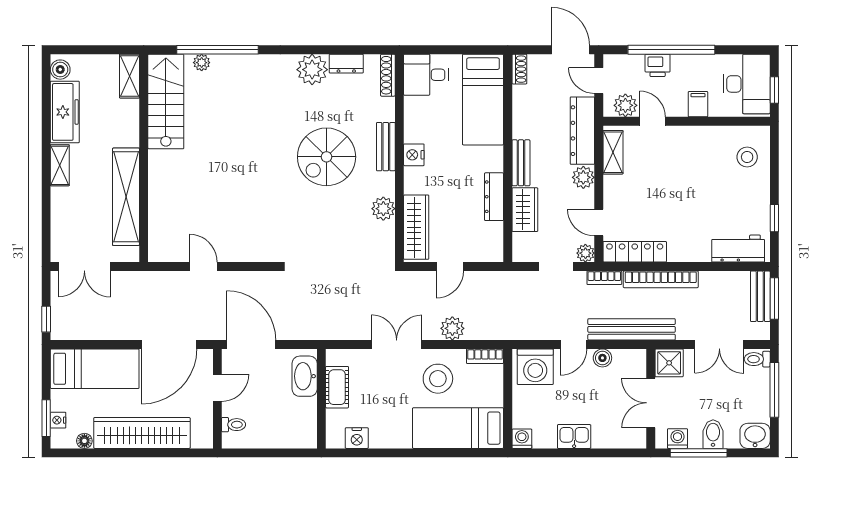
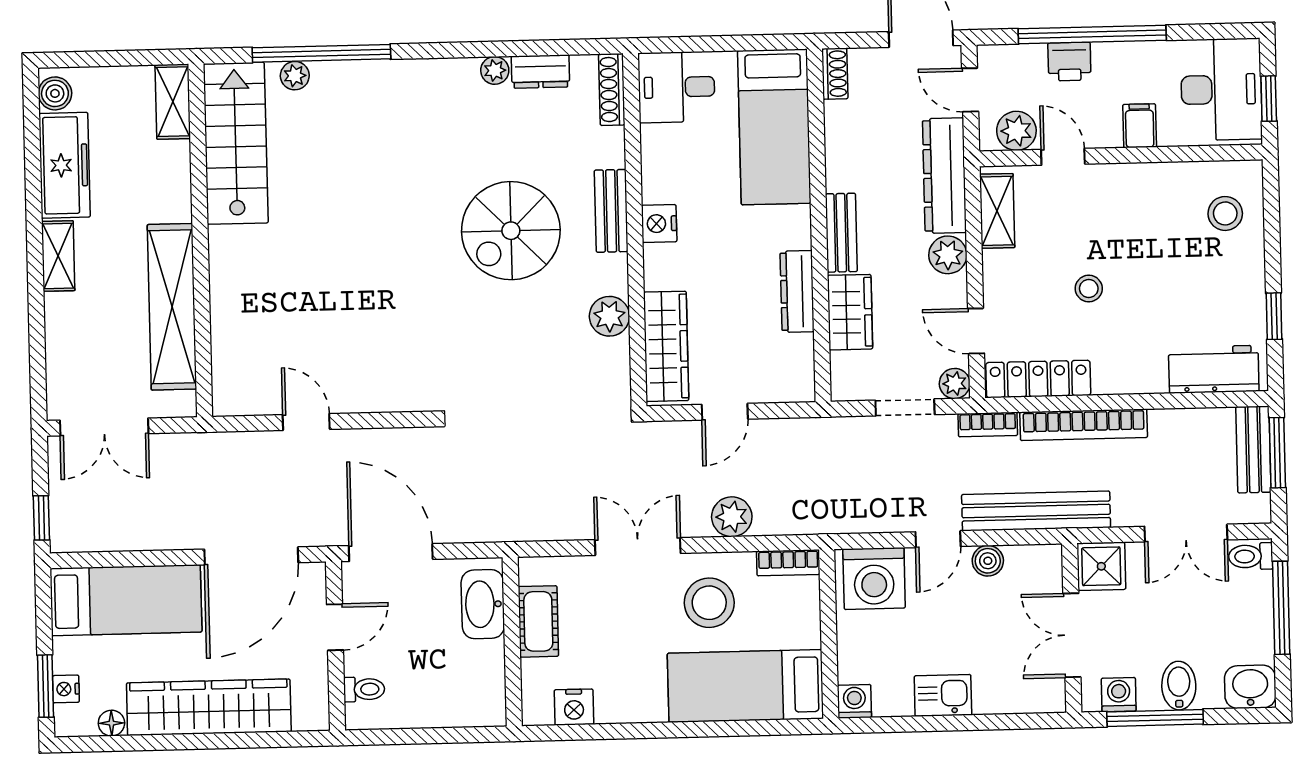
plant: (312, 70) -> (495, 70), width x0.53, depth x0.53
stool: (666, 199) -> (1089, 289), added

